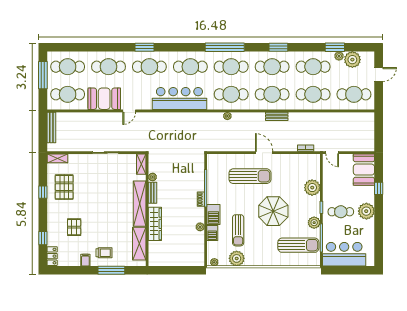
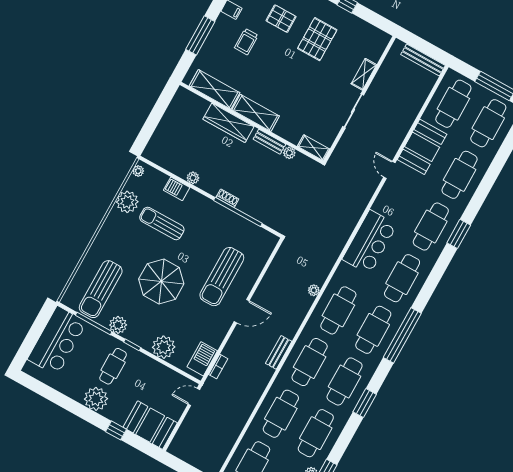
bar counter: (179, 98) -> (370, 242), width x0.73
shelving: (57, 158) -> (364, 74), moved
pallet: (64, 187) -> (317, 39), moved, turned 90
shelving: (140, 204) -> (256, 113), width x0.68
barbecue: (213, 215) -> (202, 359), moved, turned 90
trolley: (104, 253) -> (246, 42), moved

